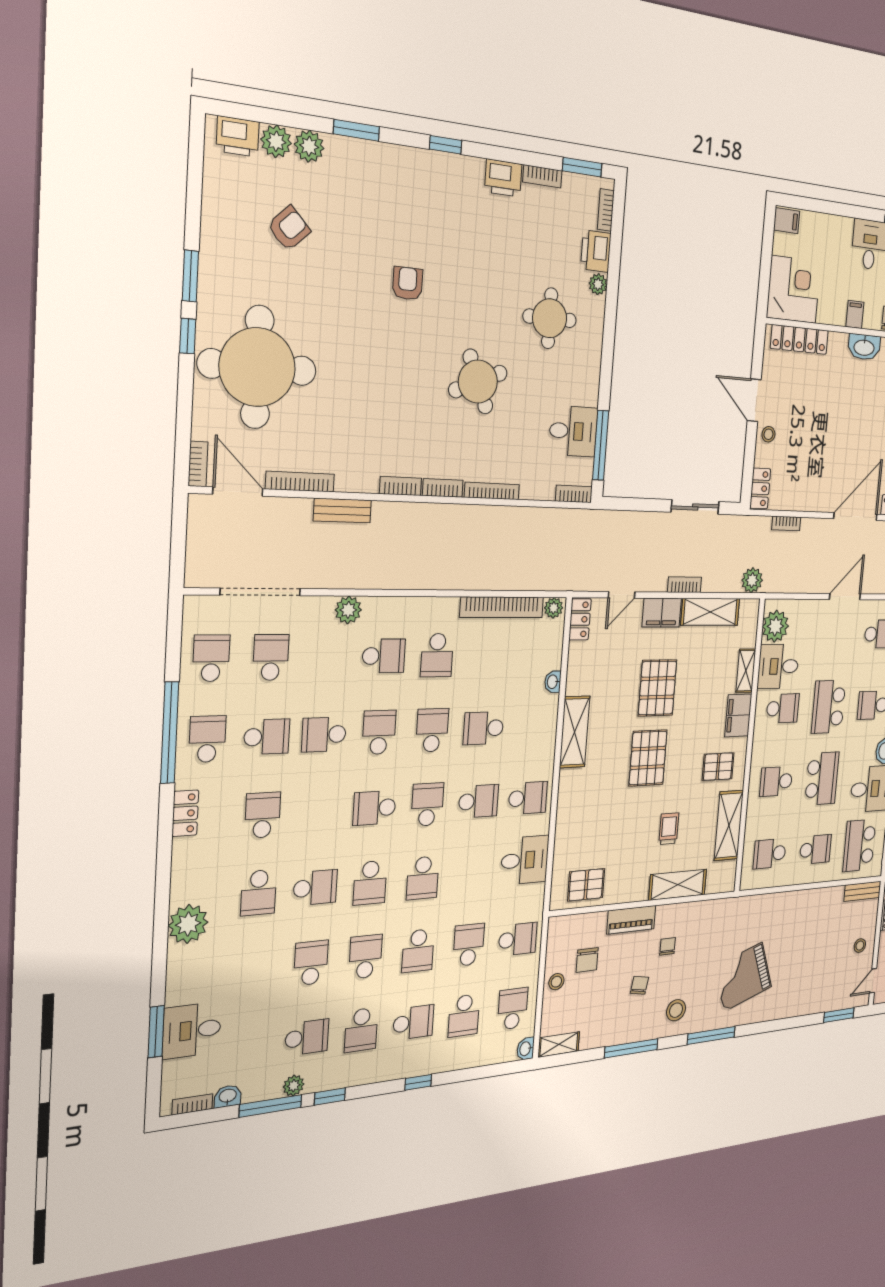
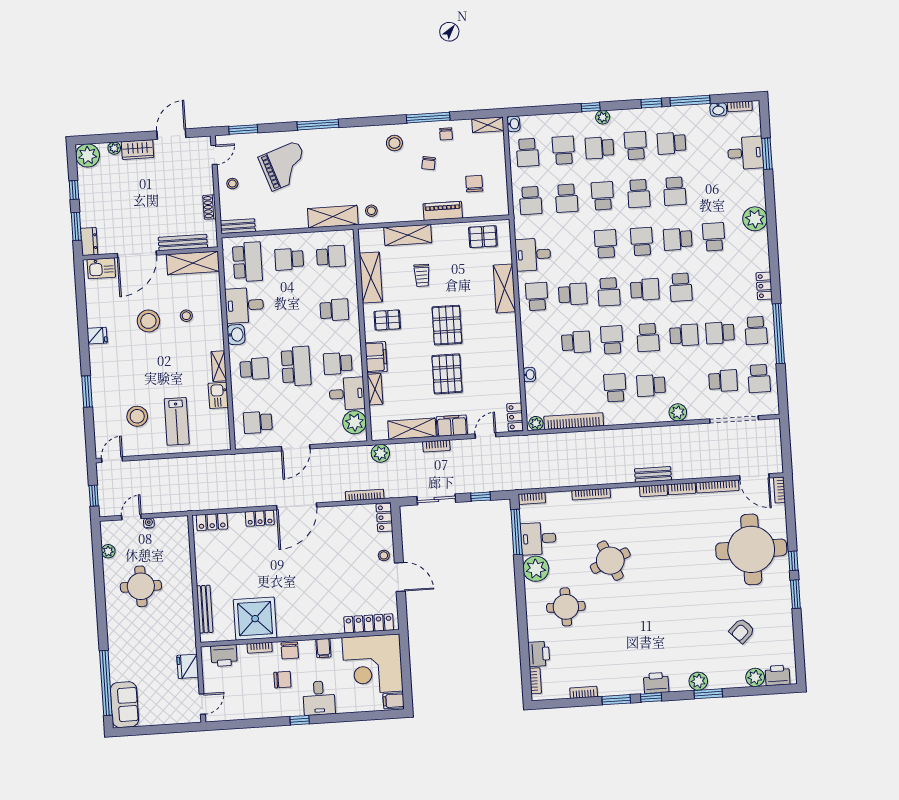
plant: (309, 146) -> (698, 681), moved
window: (582, 167) -> (616, 700), moved
printer: (503, 178) -> (656, 683), moved
armchair: (408, 283) -> (665, 612), removed
plant: (598, 284) -> (536, 569), moved, width x1.87, depth x1.87
corner desk: (794, 290) -> (373, 664), width x1.36, depth x1.36
washbasin: (864, 347) -> (311, 627), removed
bookcase: (443, 488) -> (682, 489), moved
window: (640, 505) -> (481, 497), added
bench: (342, 511) -> (653, 474), moved
bookcase: (786, 523) -> (365, 495), width x1.56
school desk: (271, 657) -> (723, 381), turned -90
school desk: (432, 730) -> (612, 340), turned 180
shelving: (575, 732) -> (504, 288), moved
school desk: (822, 778) -> (293, 313), removed
school desk: (528, 798) -> (537, 296), turned 90
school desk: (478, 801) -> (573, 294), turned 180
school desk: (263, 815) -> (681, 287), moved
shelving: (760, 907) -> (333, 217), added
school desk: (518, 939) -> (531, 201), turned -90
chair: (668, 946) -> (446, 134), moved
grand piano: (743, 977) -> (285, 166), moved
stool: (556, 982) -> (371, 211), moved
window: (711, 1036) -> (318, 125), moved
plant: (294, 1086) -> (603, 117), moved

